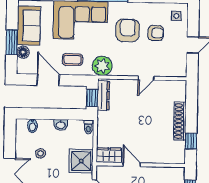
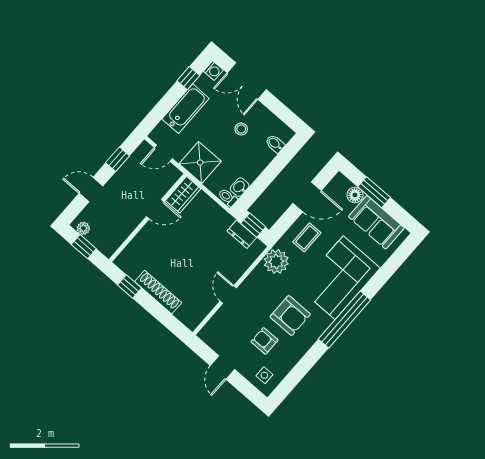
armchair: (156, 33) -> (265, 341), turned 90
dresser: (103, 96) -> (242, 234), width x0.70
washbasin: (61, 125) -> (240, 187), moved

